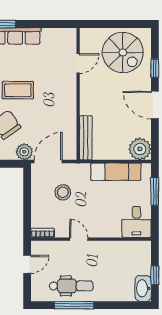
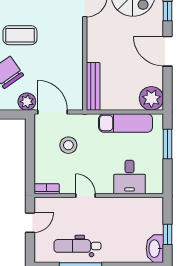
door: (48, 162) -> (52, 112), hinge flipped
desk: (136, 222) -> (130, 177), moved
dental chair: (71, 286) -> (77, 246), turned 180

